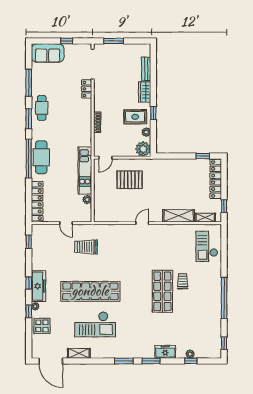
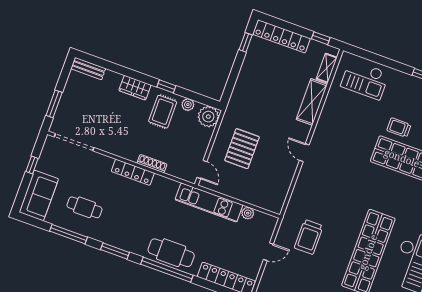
bench: (146, 69) -> (88, 69), moved
locker: (87, 89) -> (133, 172), moved, width x1.53
cafe table: (42, 108) -> (84, 207), moved

